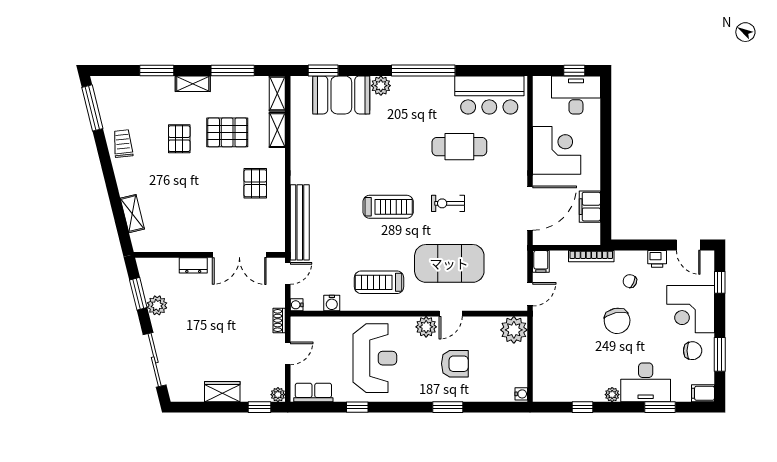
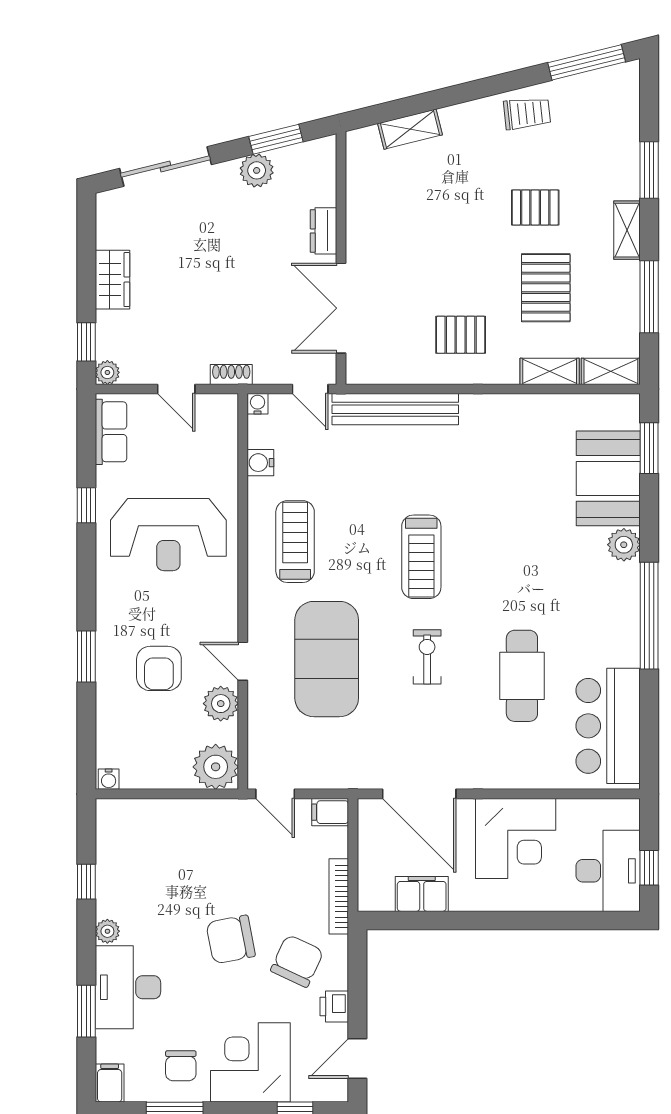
chair: (630, 281) -> (297, 961), width x1.87, depth x1.87
plant: (426, 327) -> (221, 704), moved

